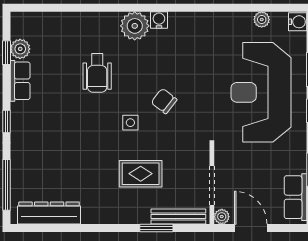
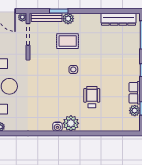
chair: (164, 101) -> (55, 81), removed
plant: (140, 214) -> (68, 19), added

